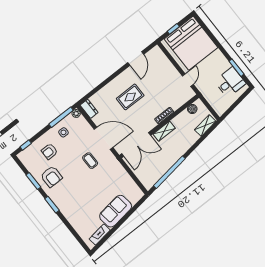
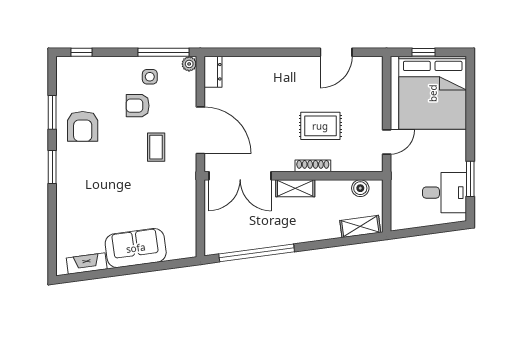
rug: (130, 97) -> (320, 126), moved
armchair: (49, 151) -> (138, 106), moved

